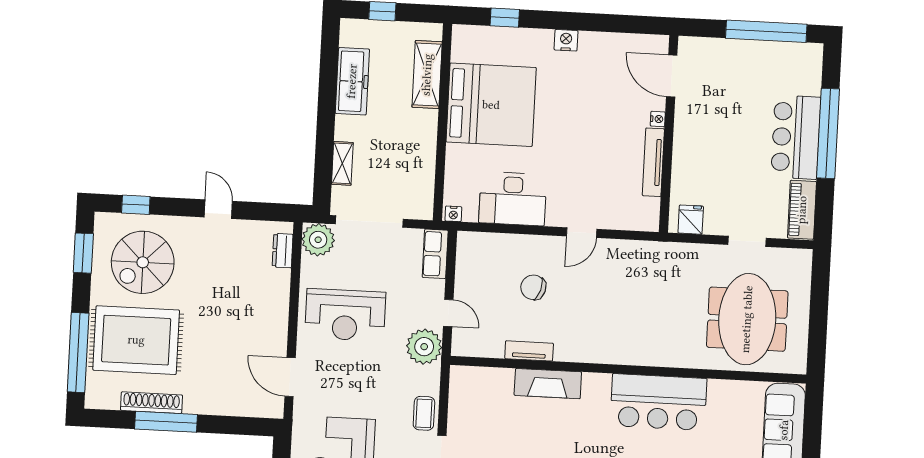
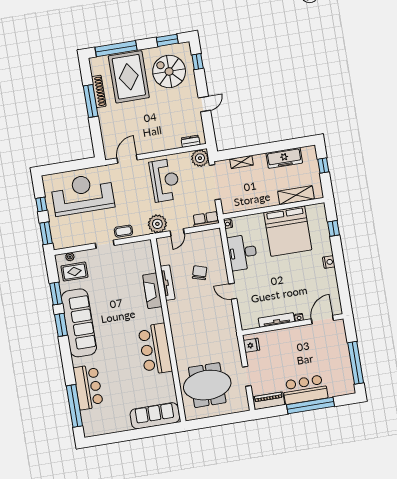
reception desk: (345, 315) -> (165, 180), turned 180
tv unit: (529, 351) -> (168, 283), width x1.41

